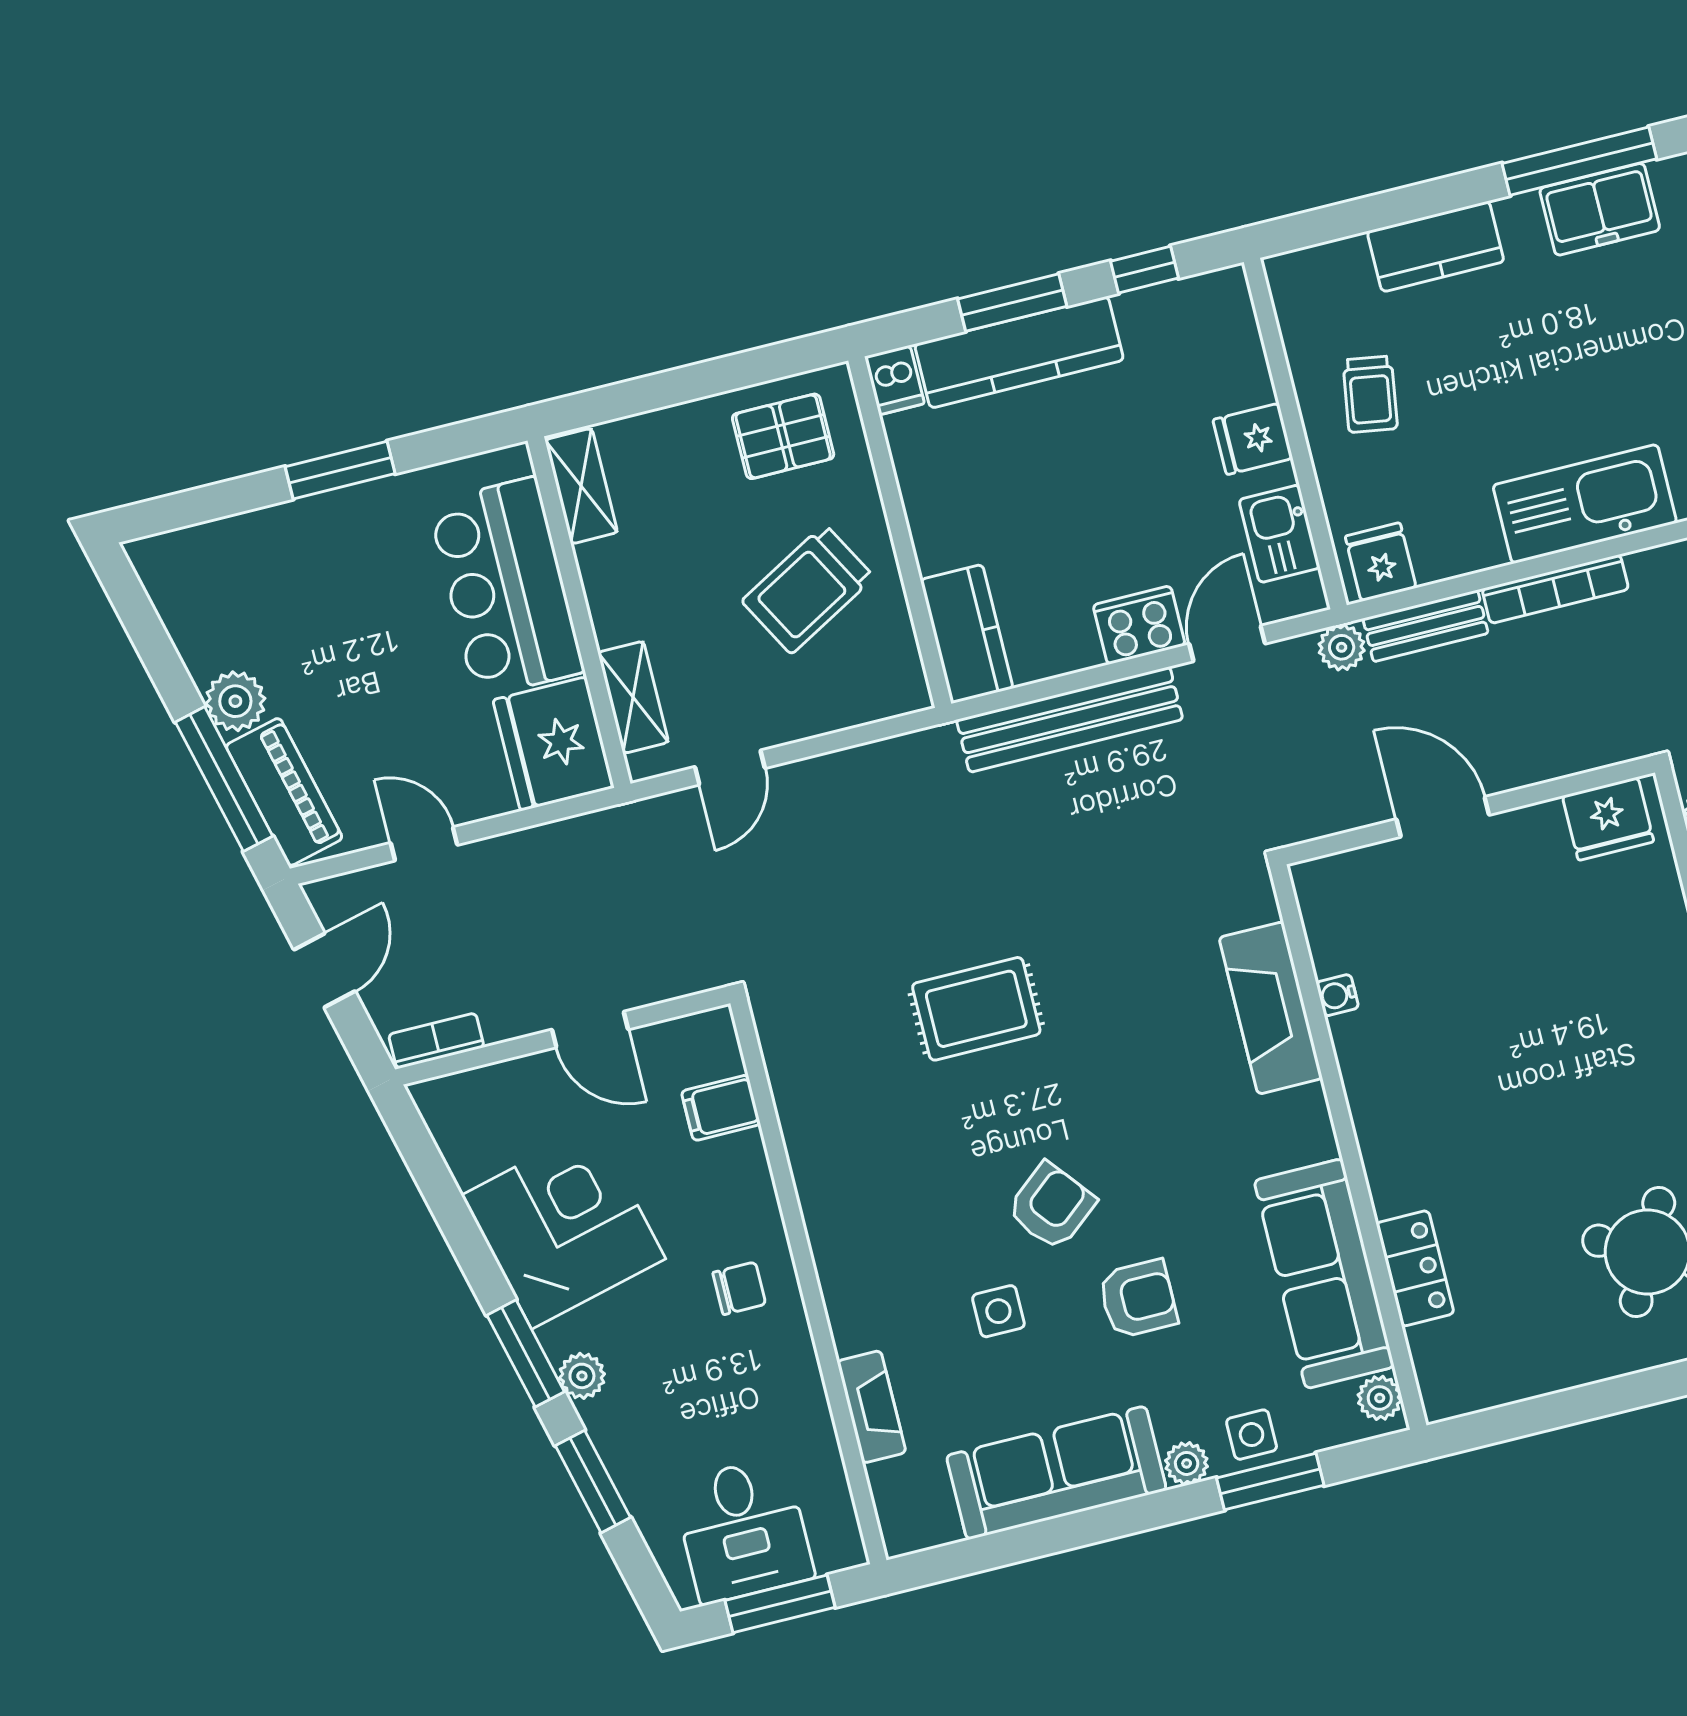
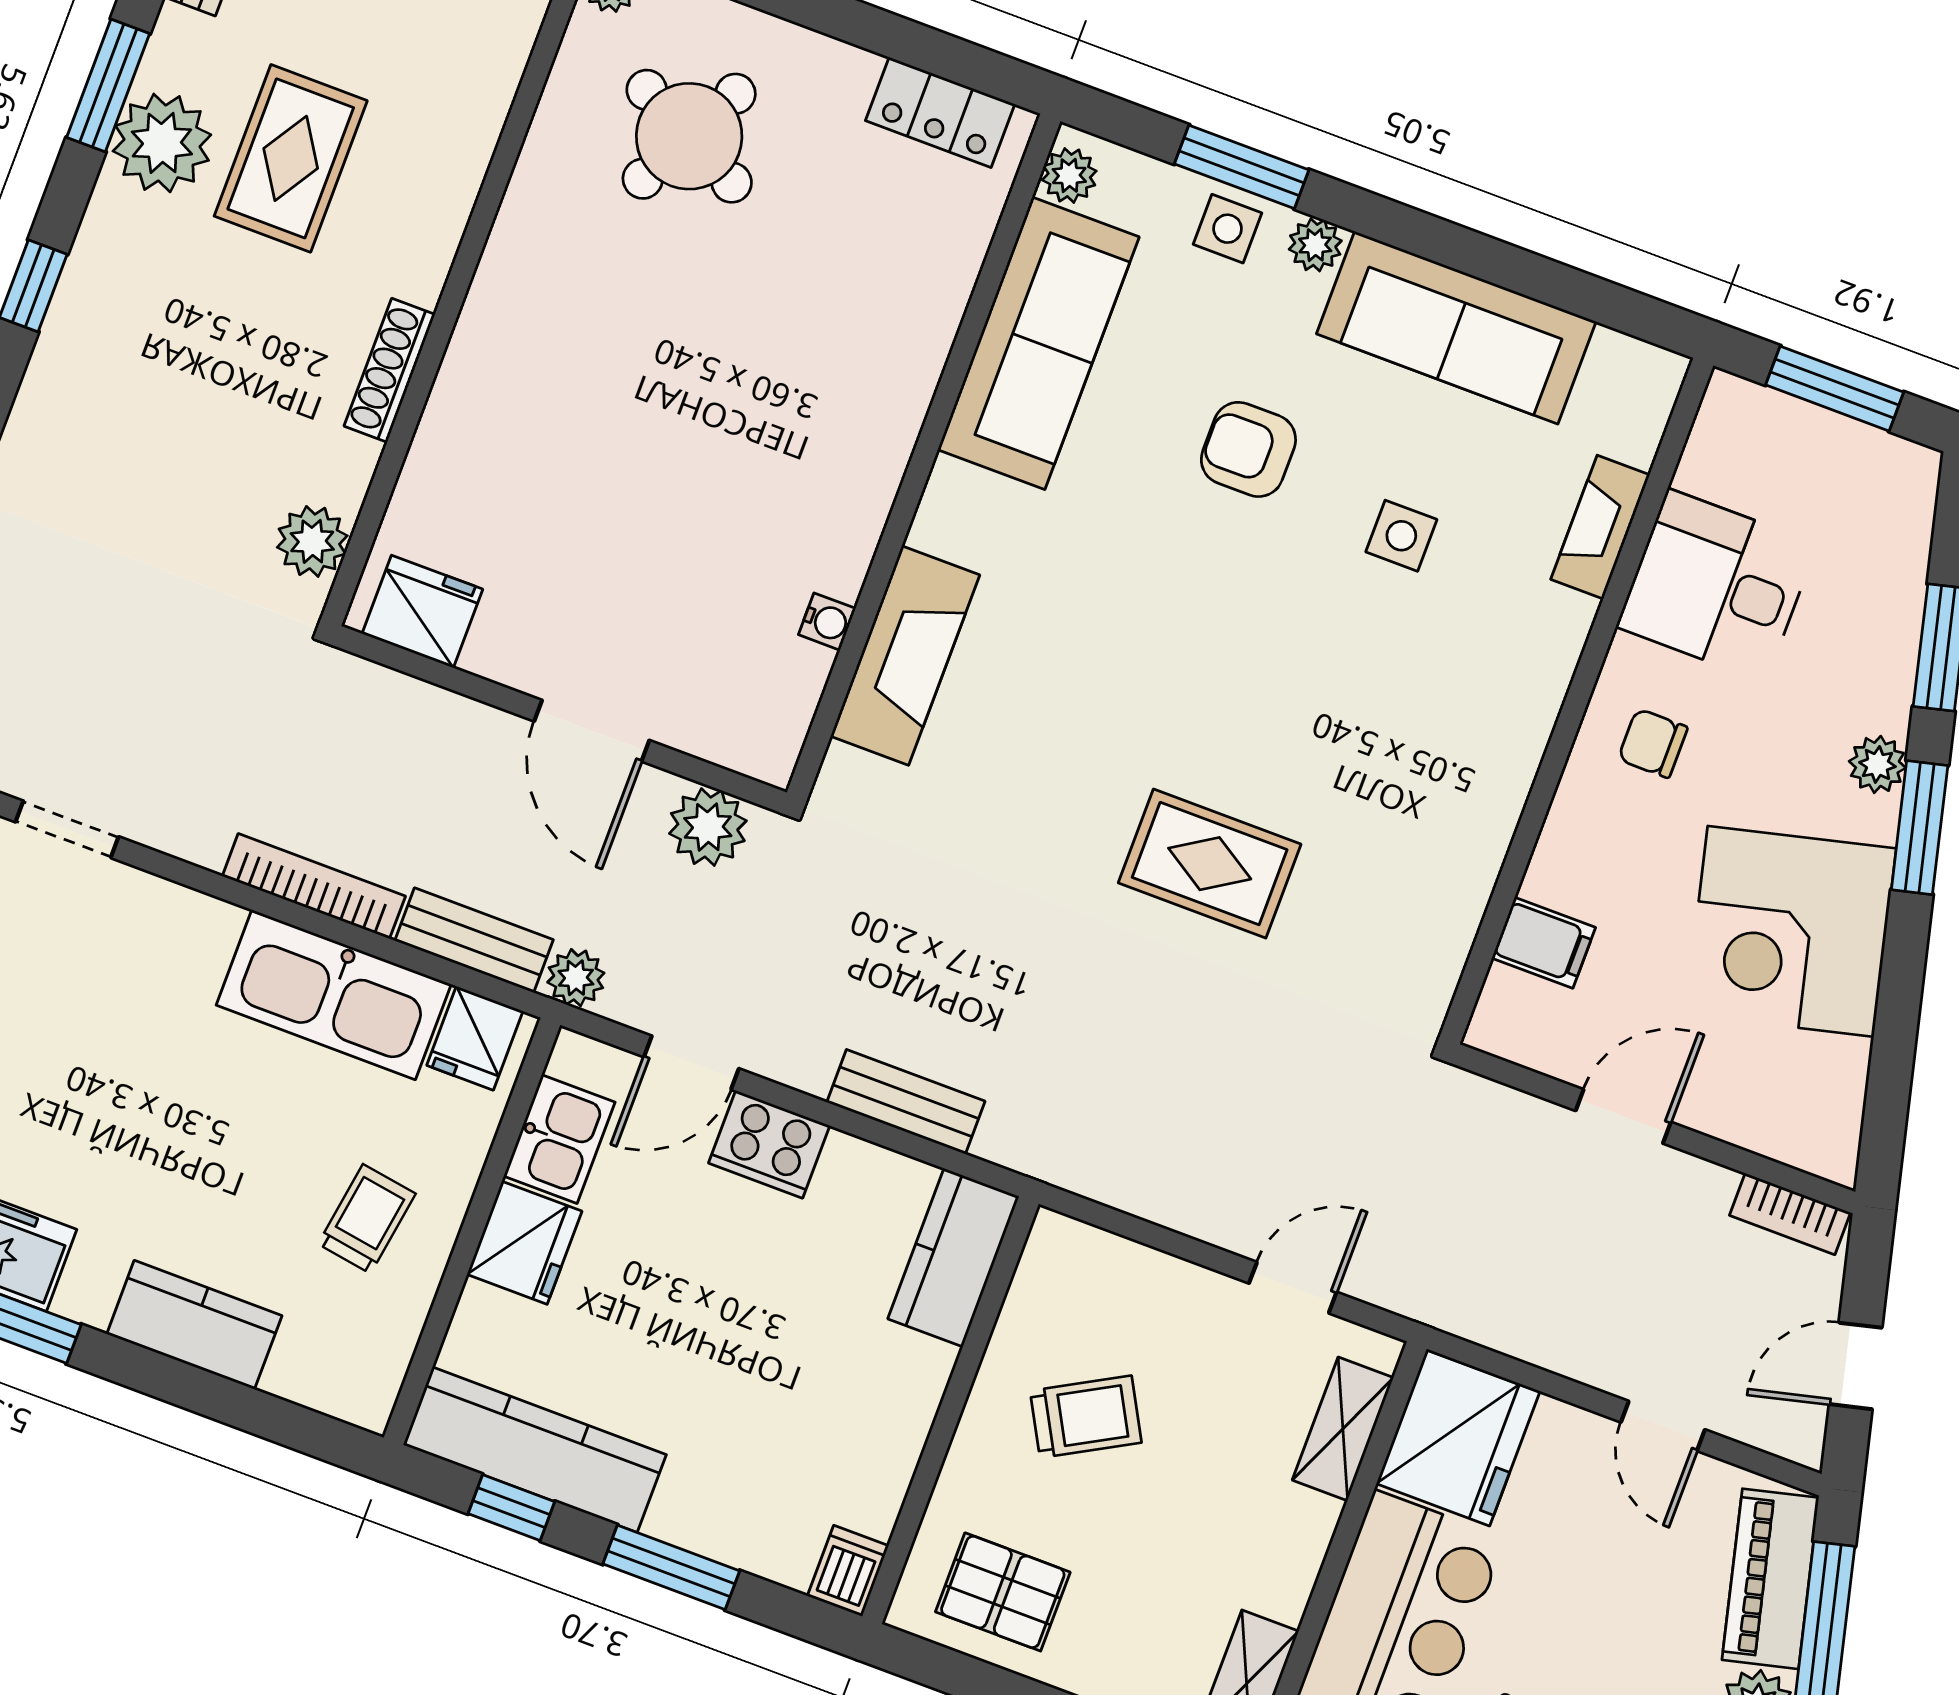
kitchen counter: (1019, 352) -> (535, 1450), moved
fridge: (1253, 439) -> (524, 1243), width x1.38
kitchen sink: (1585, 504) -> (334, 995), moved
trolley: (808, 589) -> (1086, 1417), width x0.73, depth x0.72
bench: (1070, 720) -> (906, 1102), width x0.54, depth x0.82
plant: (1323, 806) -> (708, 827), added
door: (590, 1030) -> (1623, 1116), hinge flipped
armchair: (1051, 1206) -> (1272, 606), removed
locker: (1415, 1268) -> (940, 112), moved, turned -90
desk: (743, 1530) -> (1717, 585), moved, turned -90

